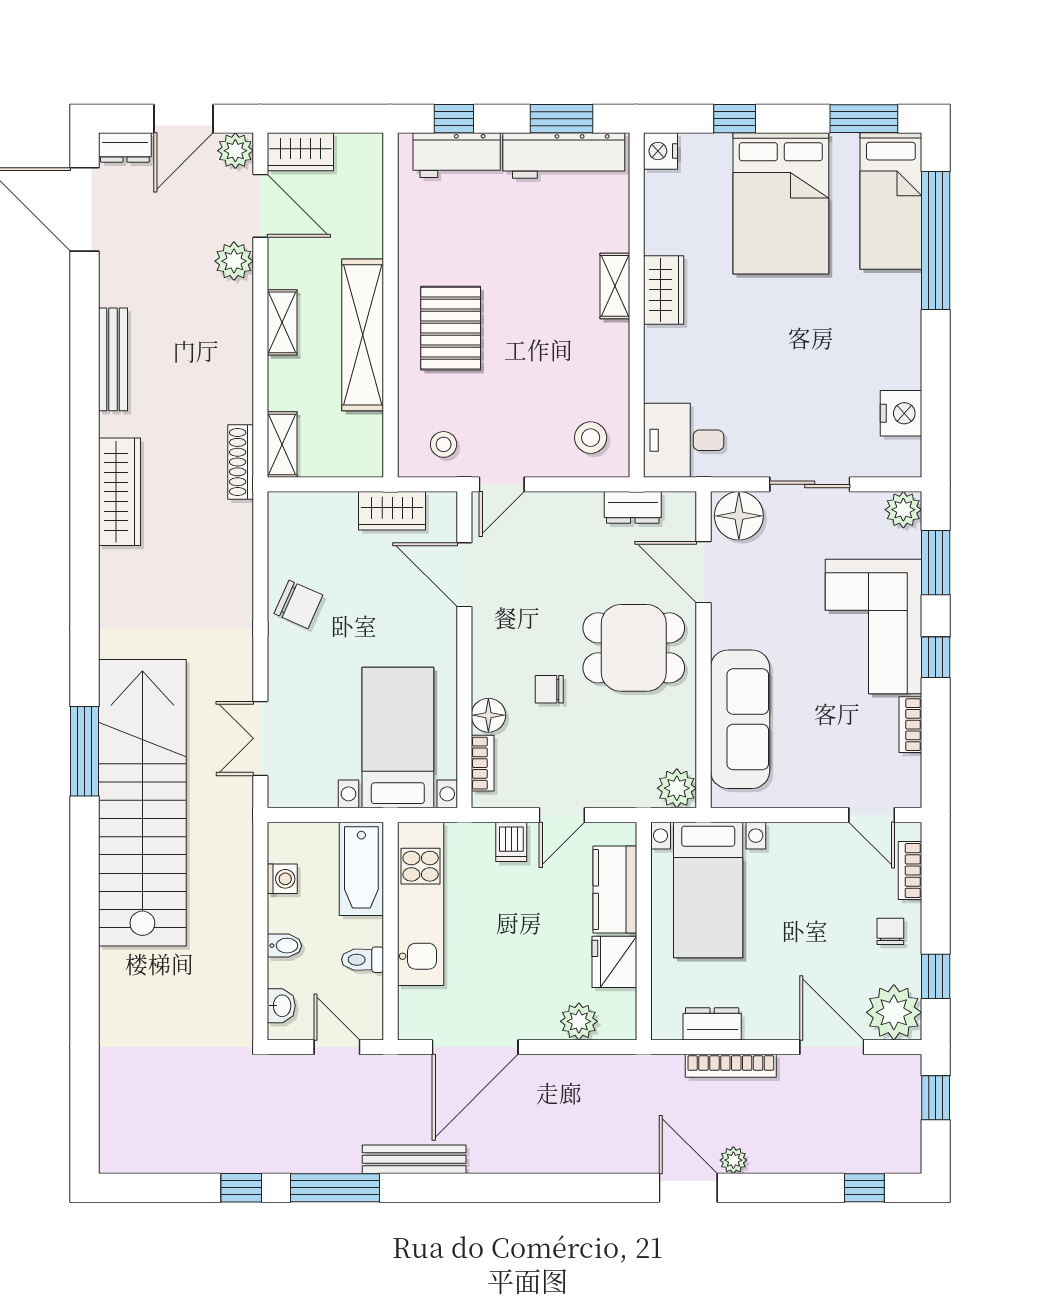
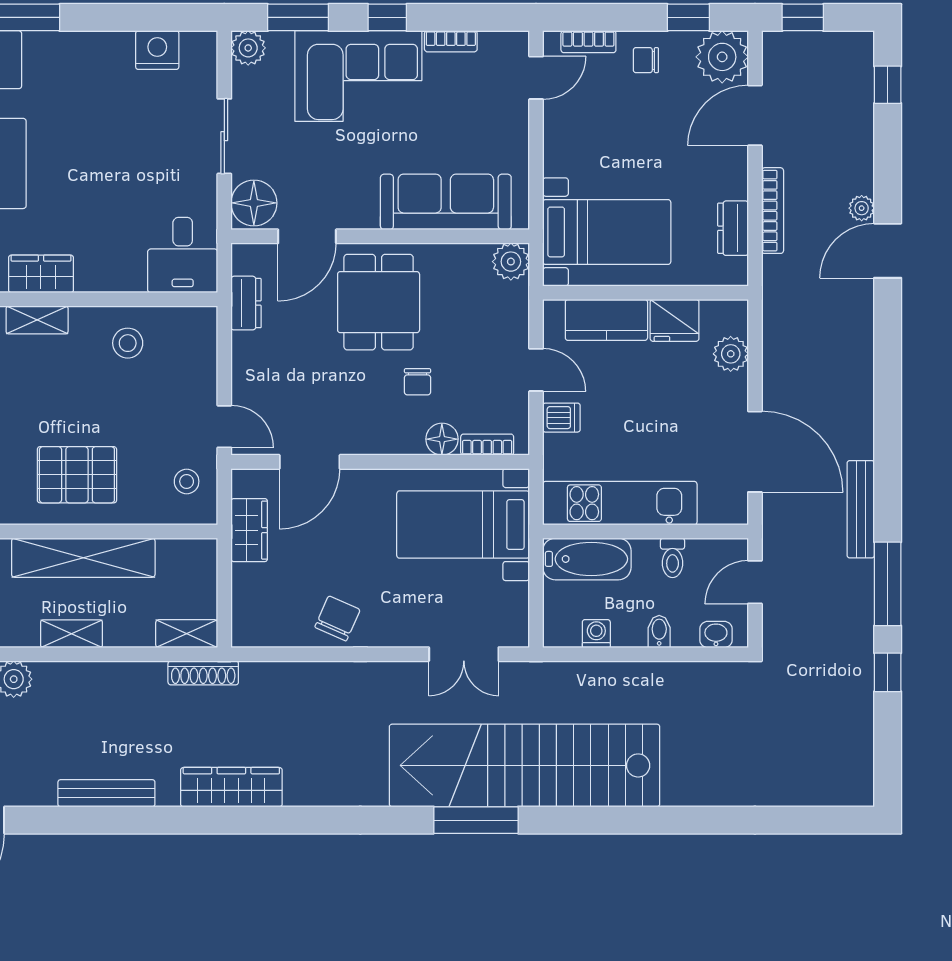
stool: (591, 438) -> (128, 343), moved

